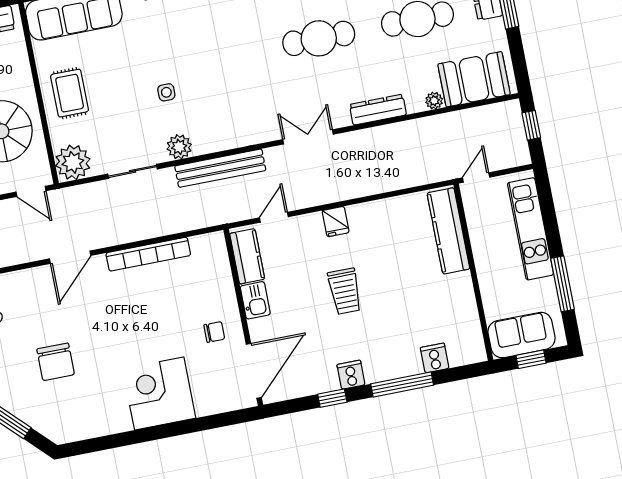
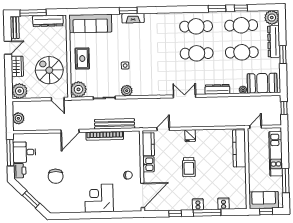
bench: (220, 168) -> (115, 124), moved
cooker: (351, 375) -> (198, 204), moved

